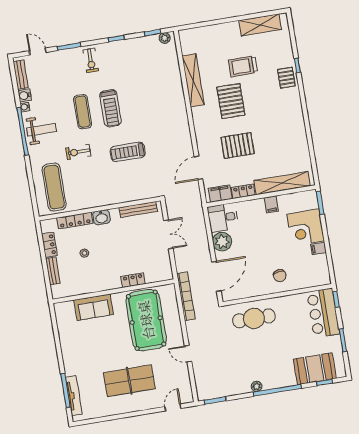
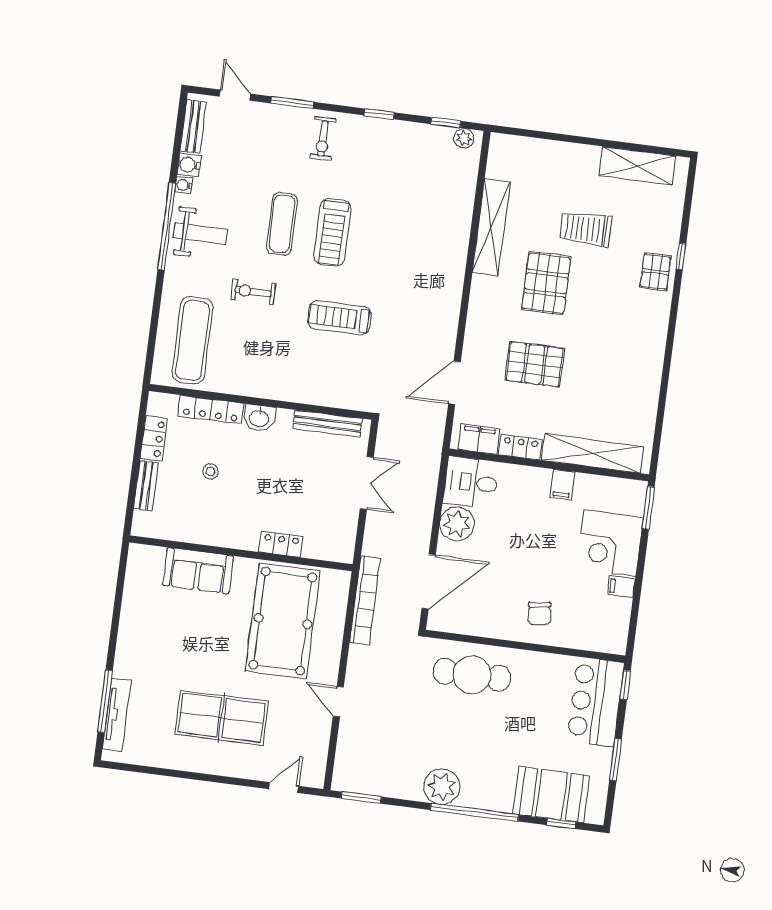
plant: (257, 386) -> (442, 787), width x1.88, depth x1.88

